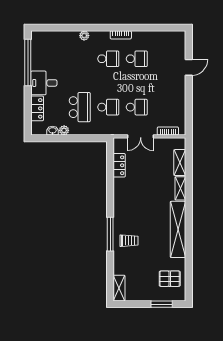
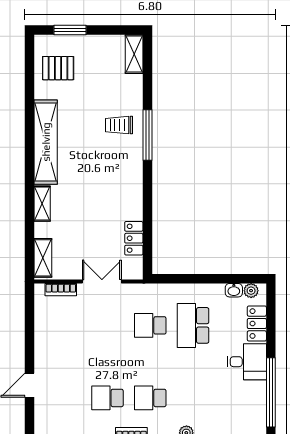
school desk: (137, 107) -> (107, 325), removed
plant: (64, 130) -> (251, 291), moved
shelving: (180, 163) -> (43, 258), moved

